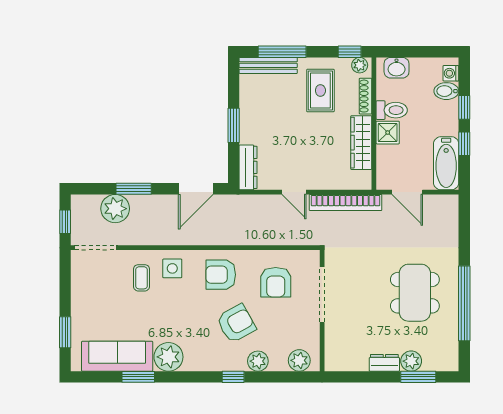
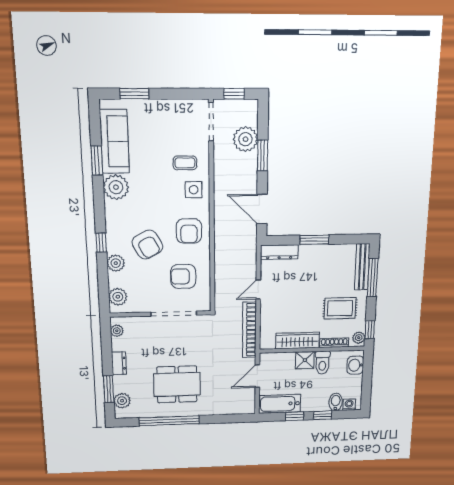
armchair: (221, 275) -> (189, 231), turned 180
plant: (411, 361) -> (122, 401), moved
plant: (342, 364) -> (117, 331), added

